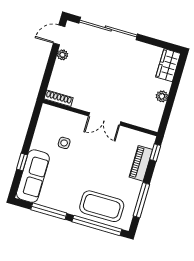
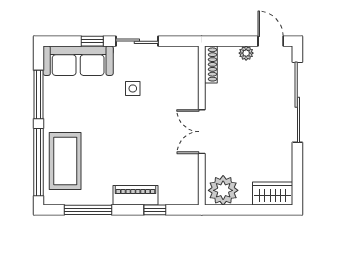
plant: (162, 96) -> (223, 190), width x1.88, depth x1.88
shoe rack: (59, 98) -> (211, 64), moved
wall: (100, 118) -> (202, 126), moved
double door: (105, 119) -> (202, 132), moved
sliding door: (31, 130) -> (137, 41), added

